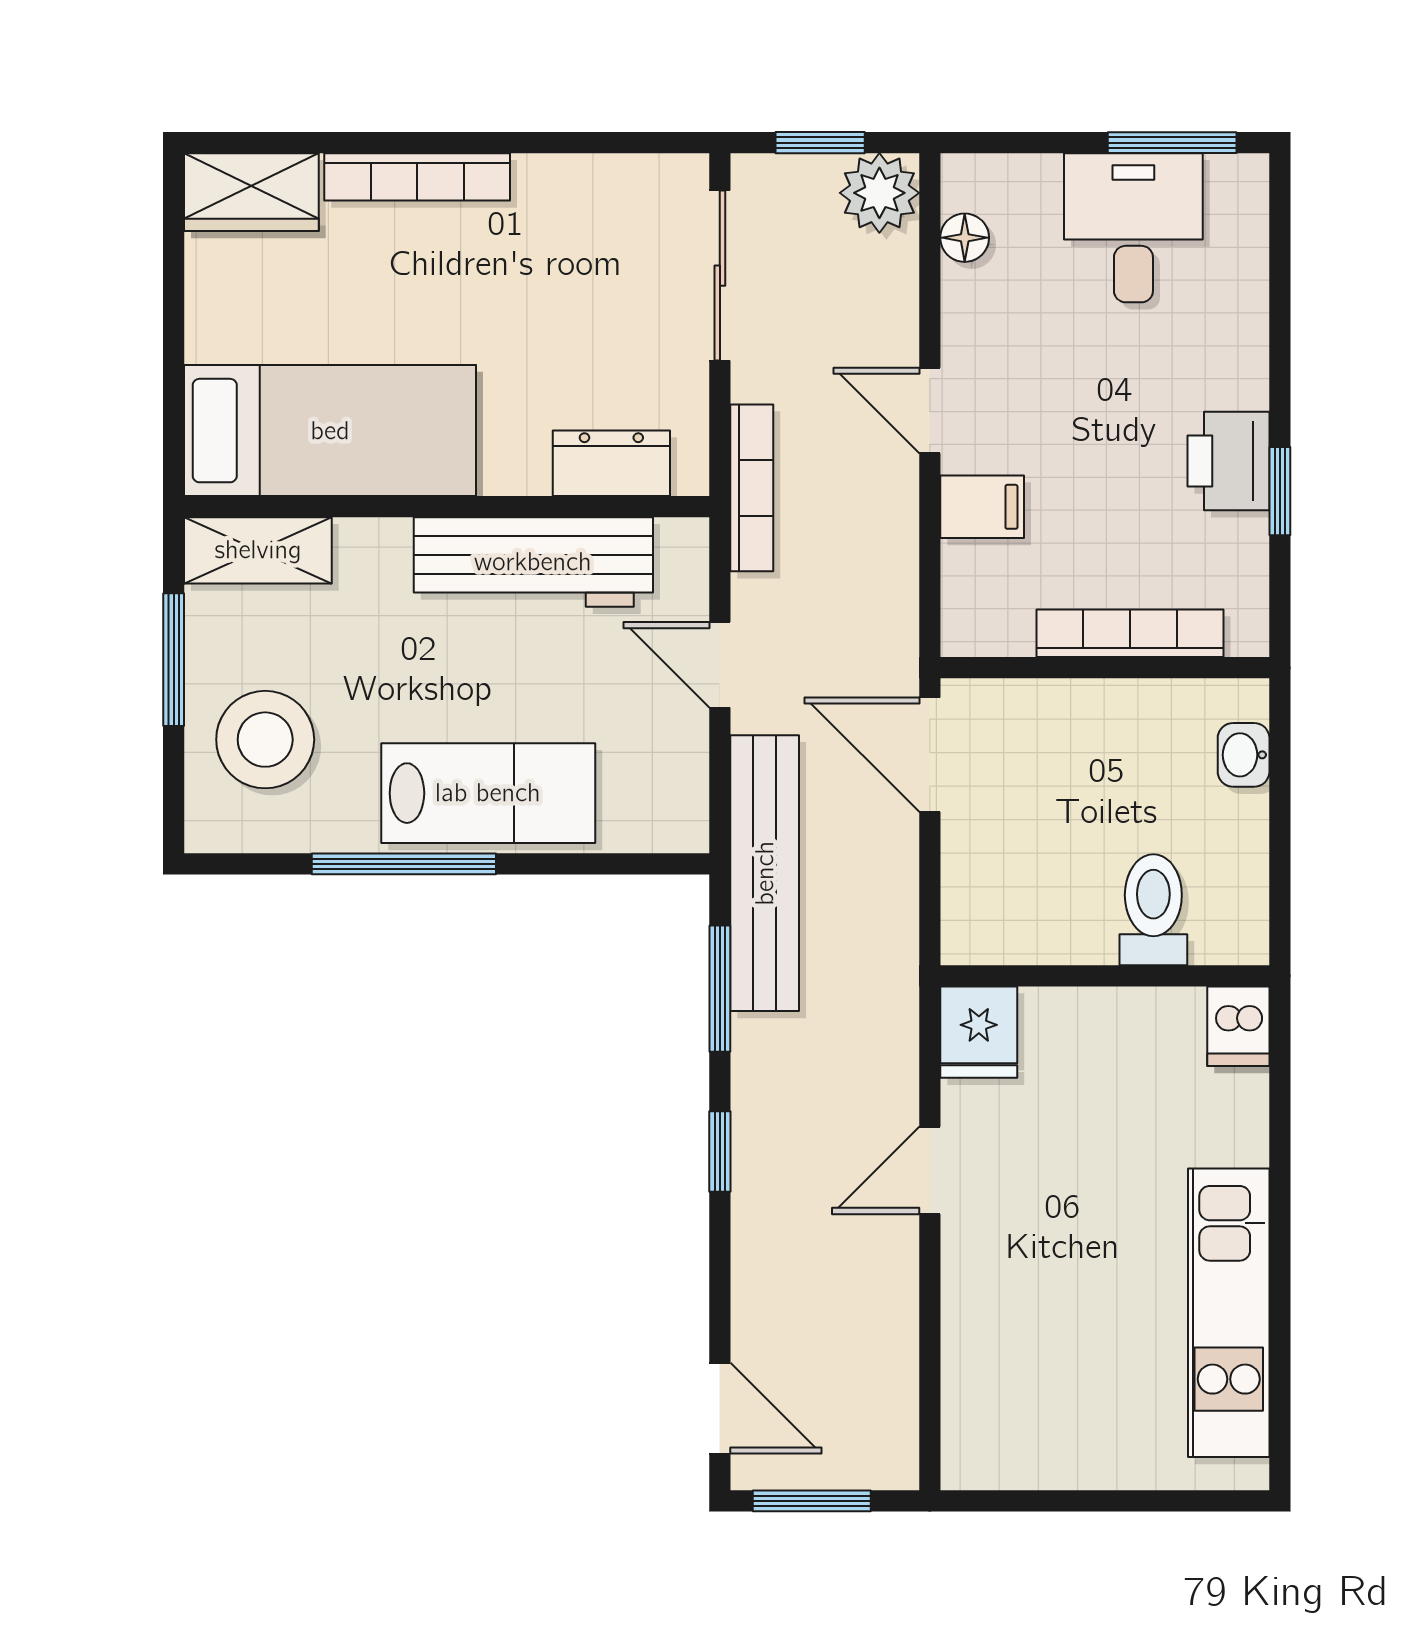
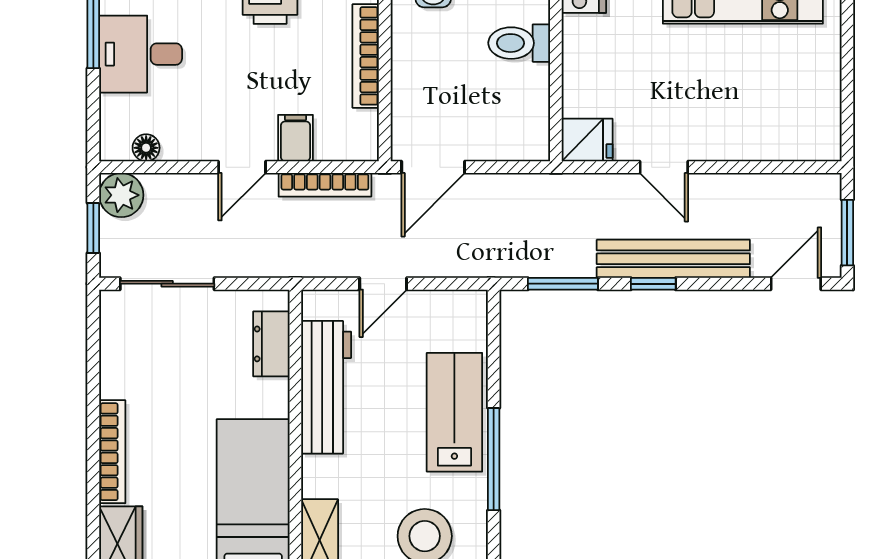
bookcase: (752, 488) -> (325, 185), moved, turned 180
bench: (765, 873) -> (673, 259), moved

